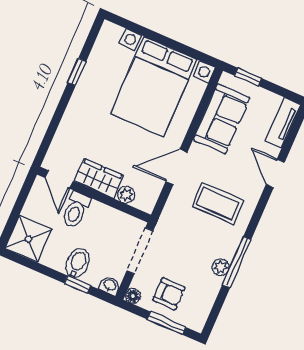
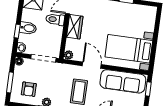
bed with nightstands: (154, 87) -> (129, 49), width x0.73
sofa: (221, 119) -> (123, 81), width x1.36
plant: (126, 195) -> (69, 55), moved
armchair: (169, 294) -> (29, 89), moved

